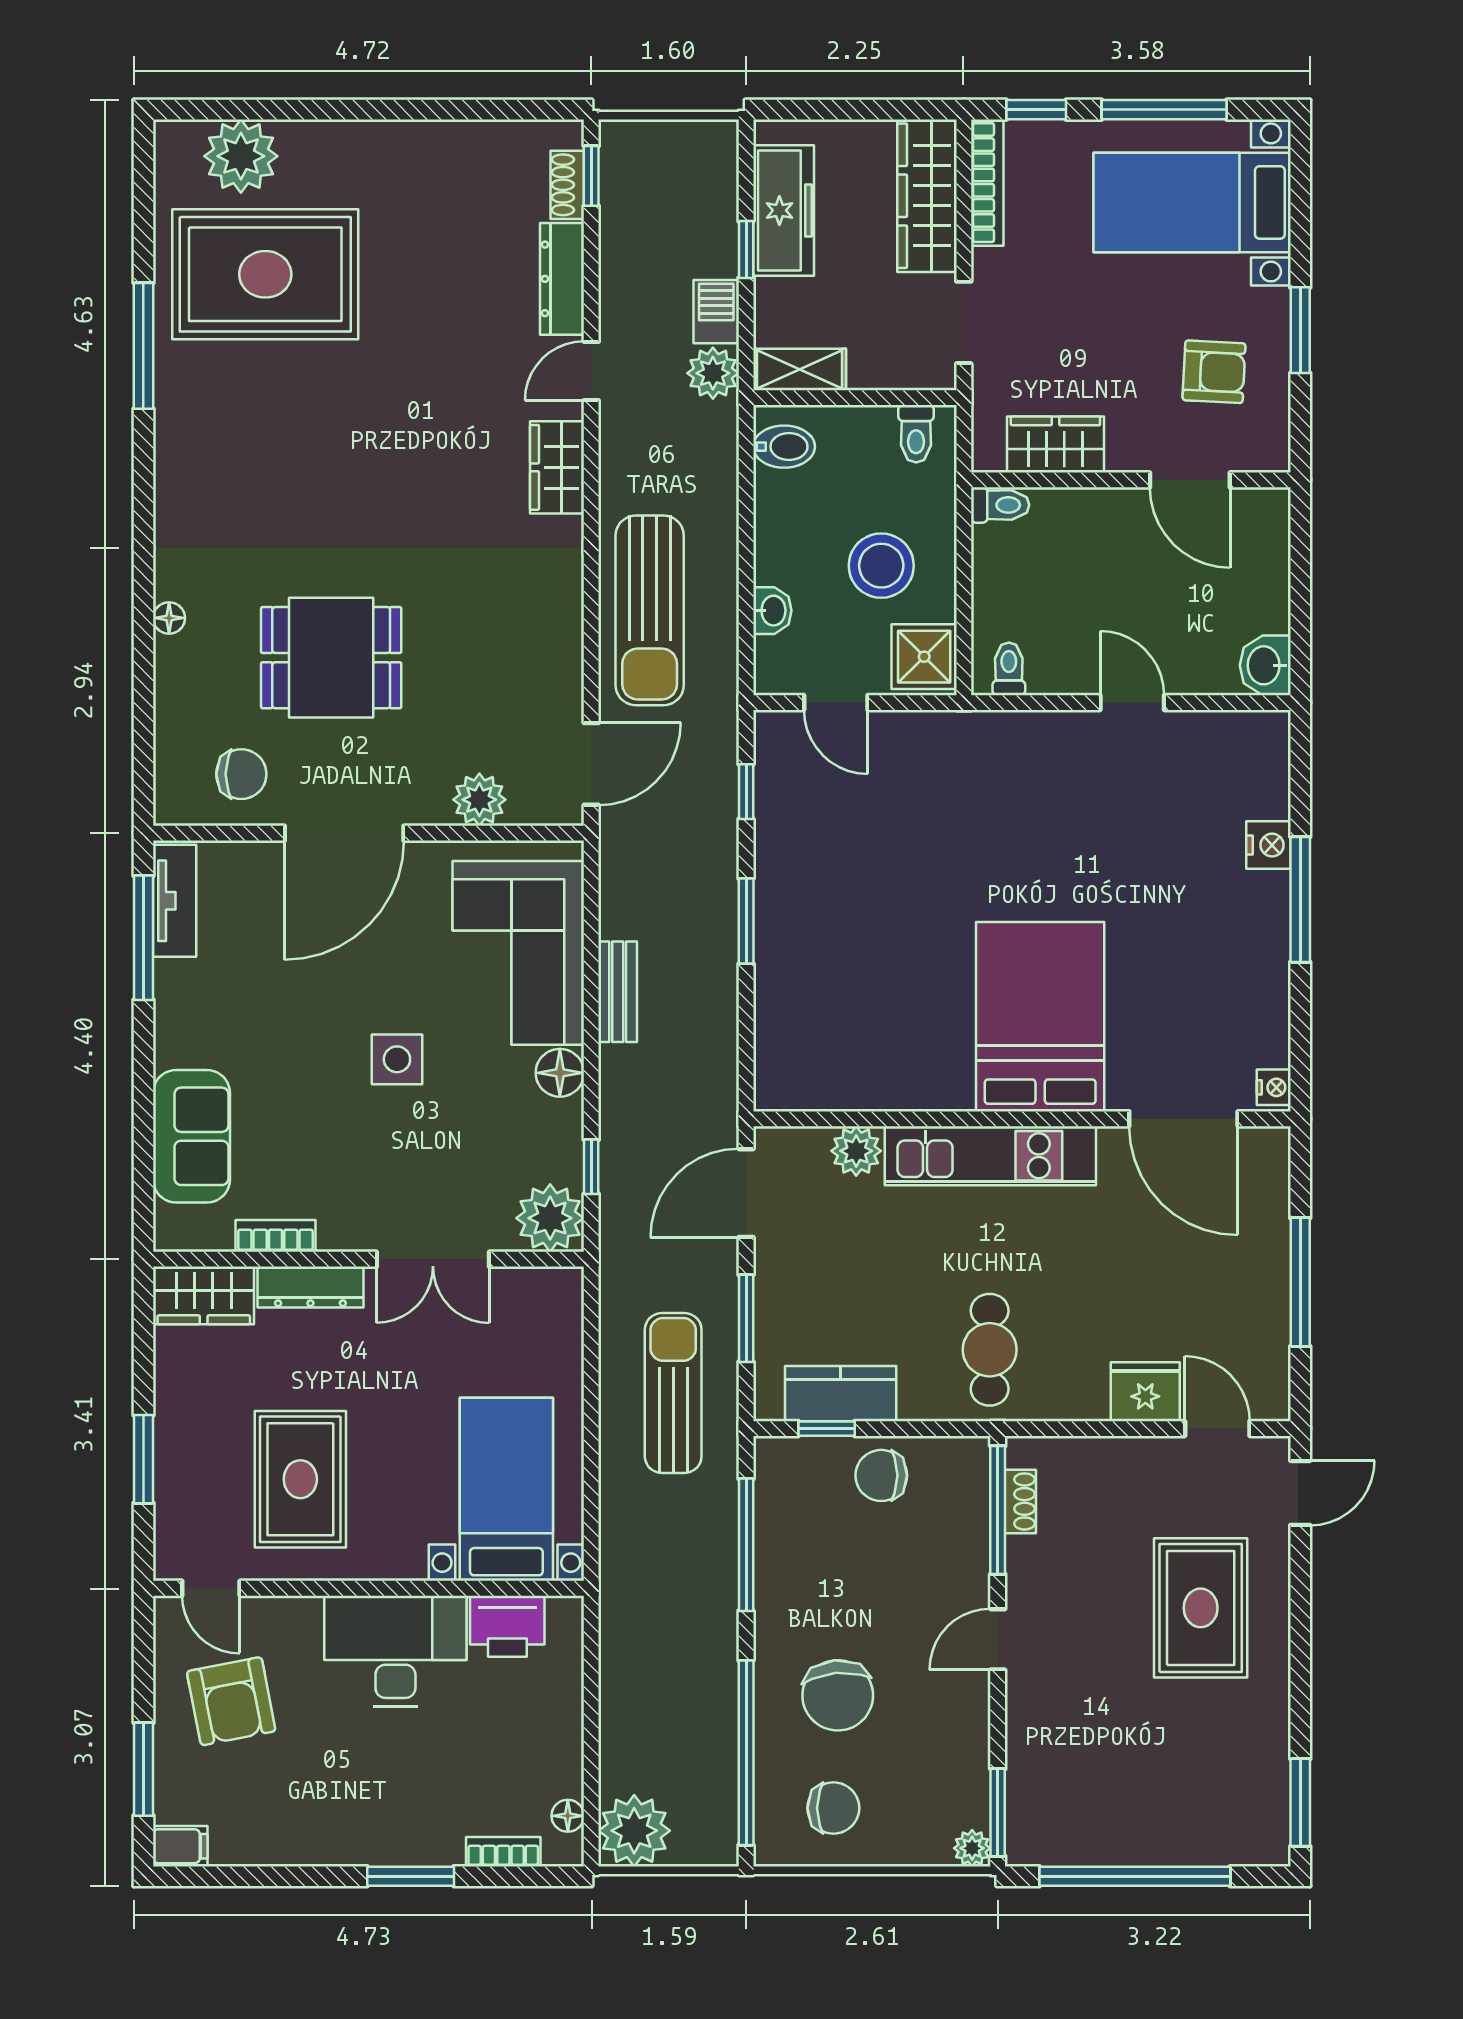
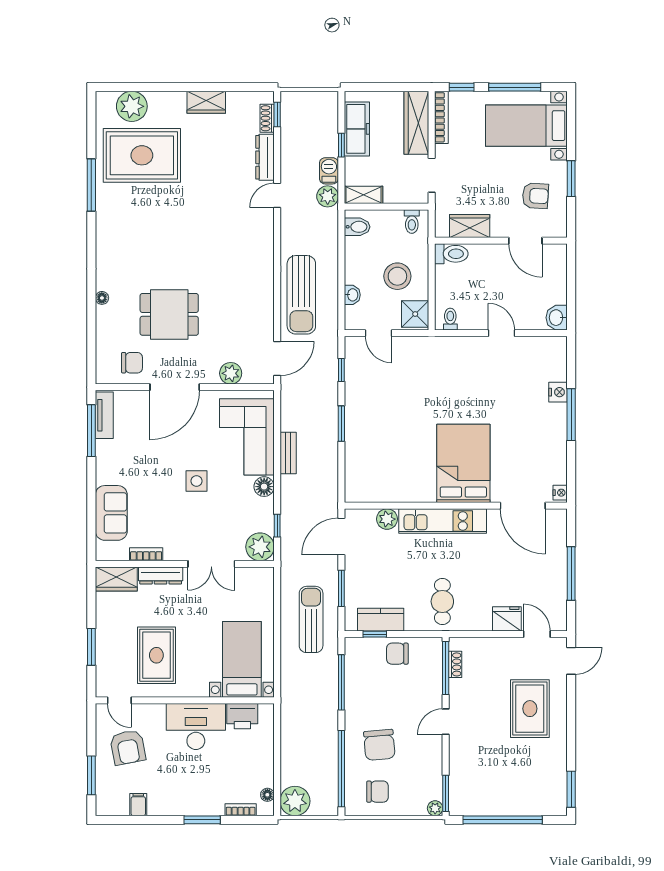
wardrobe: (557, 467) -> (206, 102), moved, turned -90
toilet: (1000, 505) -> (451, 254), width x1.37, depth x1.39
filing cabinet: (180, 1846) -> (138, 805), moved, turned -90

